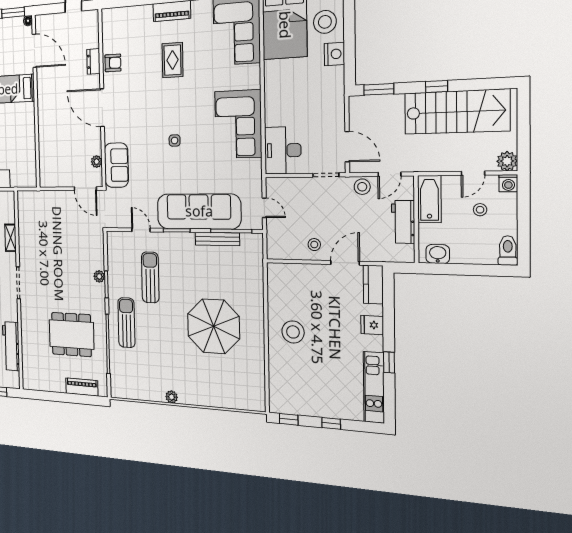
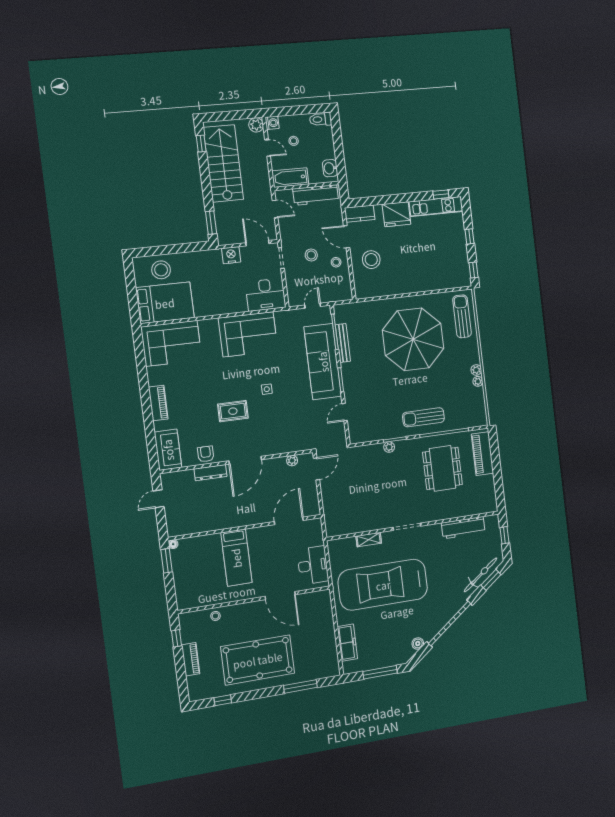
door: (34, 51) -> (289, 521), moved
nightstand: (334, 54) -> (231, 255), moved
rug: (173, 60) -> (233, 411), moved
dresser: (93, 61) -> (210, 473), width x1.44
window: (436, 86) -> (201, 144), moved
door: (347, 147) -> (257, 243), hinge flipped
sofa: (116, 165) -> (168, 450), moved, turned 90
stool: (362, 187) -> (311, 255), moved
workbench: (403, 222) -> (316, 195), width x1.38
sun lounger: (150, 277) -> (462, 316), moved, turned 90
fridge: (372, 325) -> (397, 214), width x1.88, depth x1.34
parasol: (213, 326) -> (413, 339), width x1.36, depth x1.36
stool: (293, 332) -> (371, 260), moved
window: (389, 362) -> (441, 194), moved
piano: (82, 387) -> (482, 454), width x1.37, depth x1.33
plant: (159, 396) -> (478, 381), added

